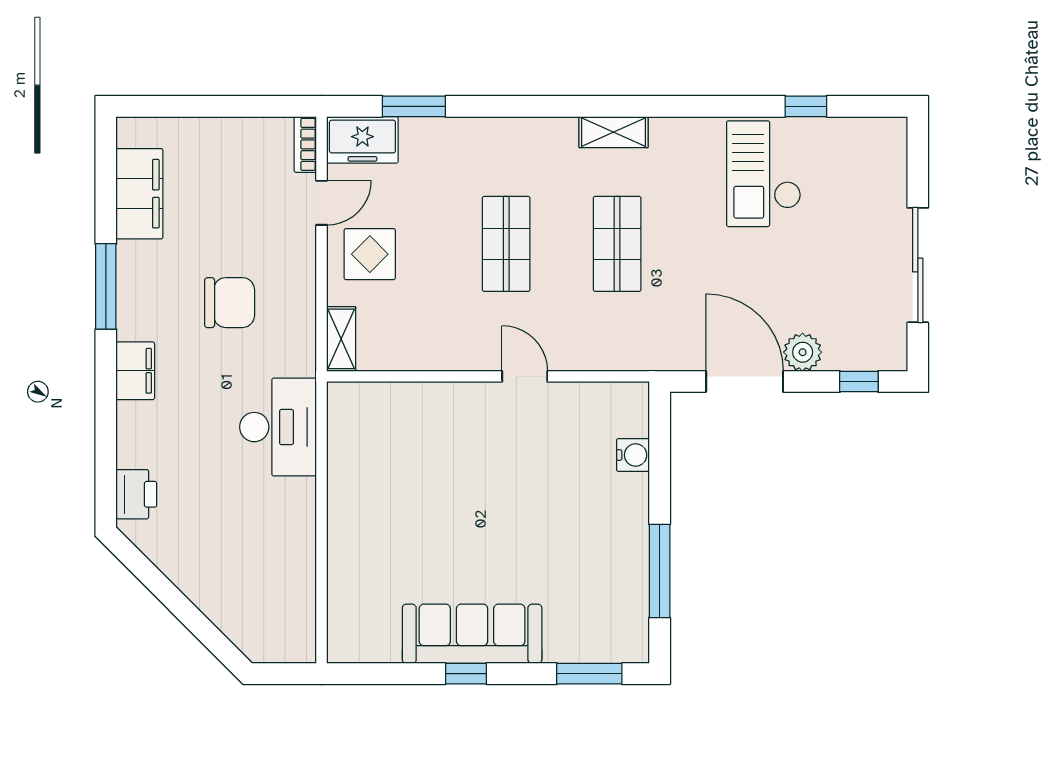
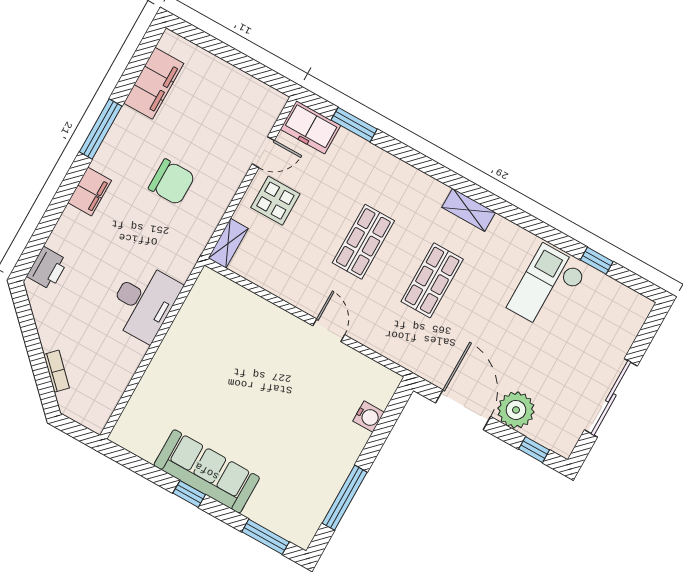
bookcase: (305, 144) -> (56, 371), moved, turned 135
plant: (803, 352) -> (516, 410), width x1.36, depth x1.36
desk: (278, 427) -> (144, 302), moved

